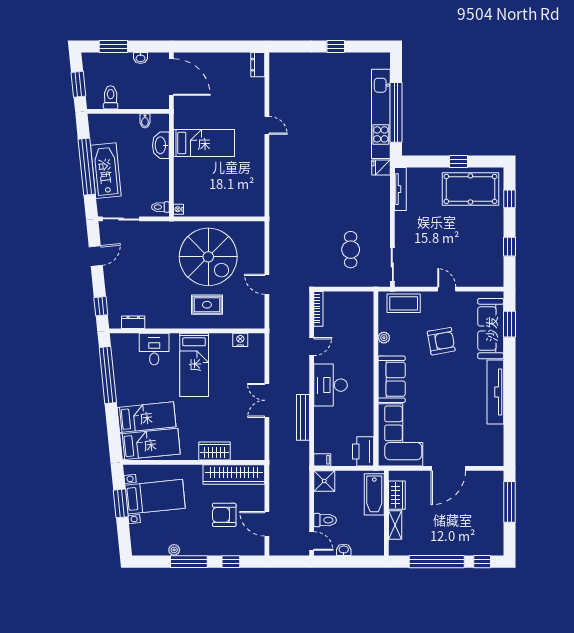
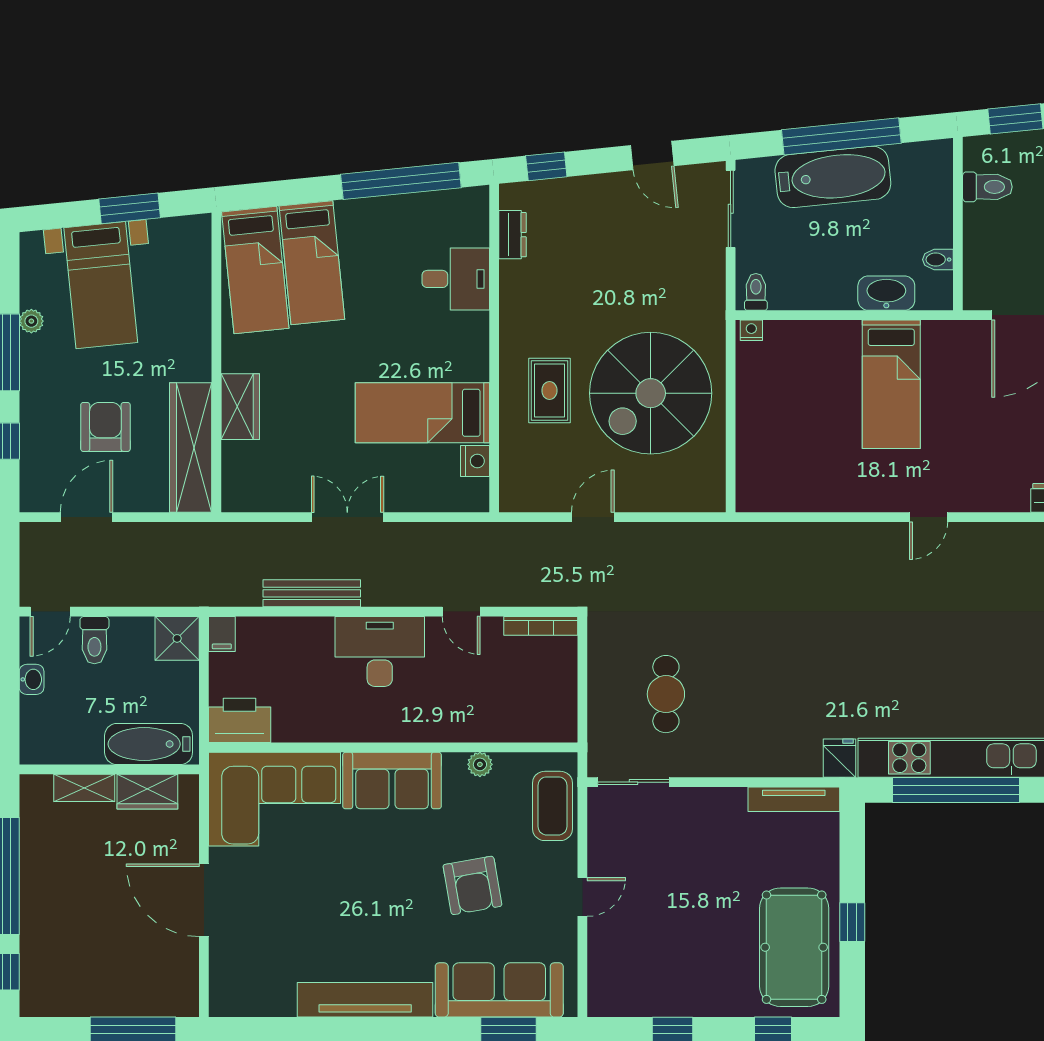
cafe table: (351, 250) -> (666, 694), turned 90
bed: (194, 365) -> (422, 413), moved
bed with nightstands: (155, 497) -> (101, 285), moved

